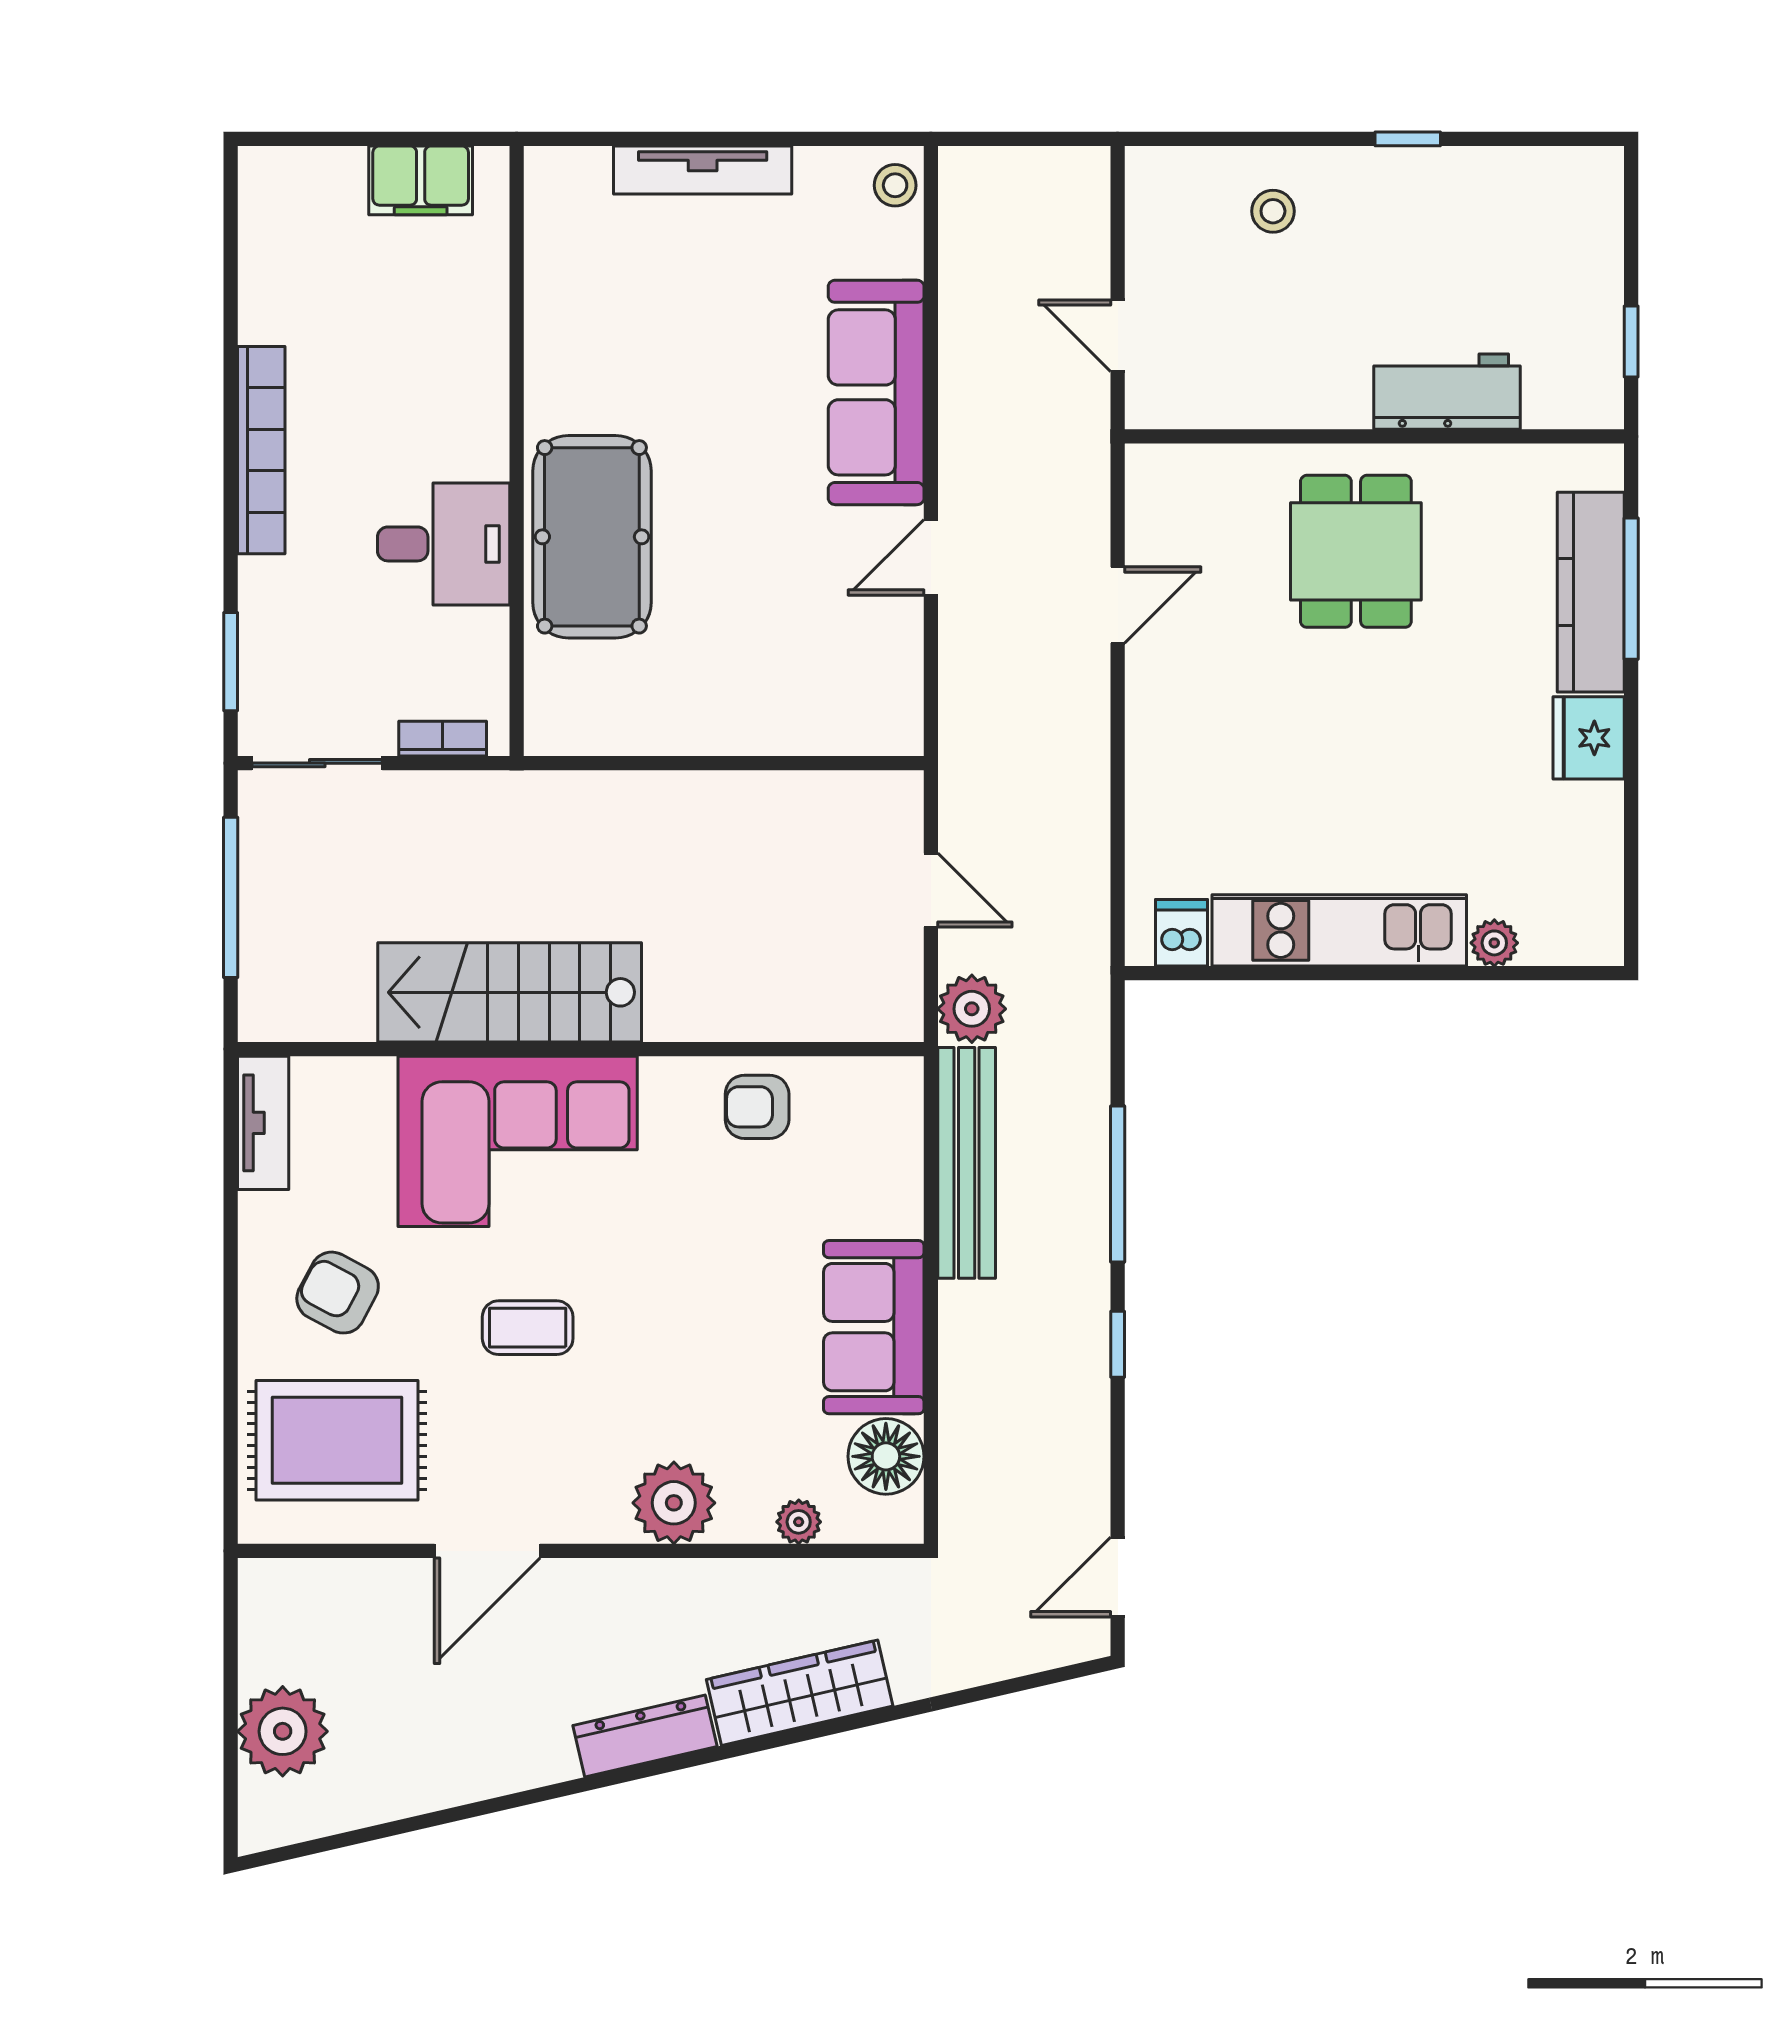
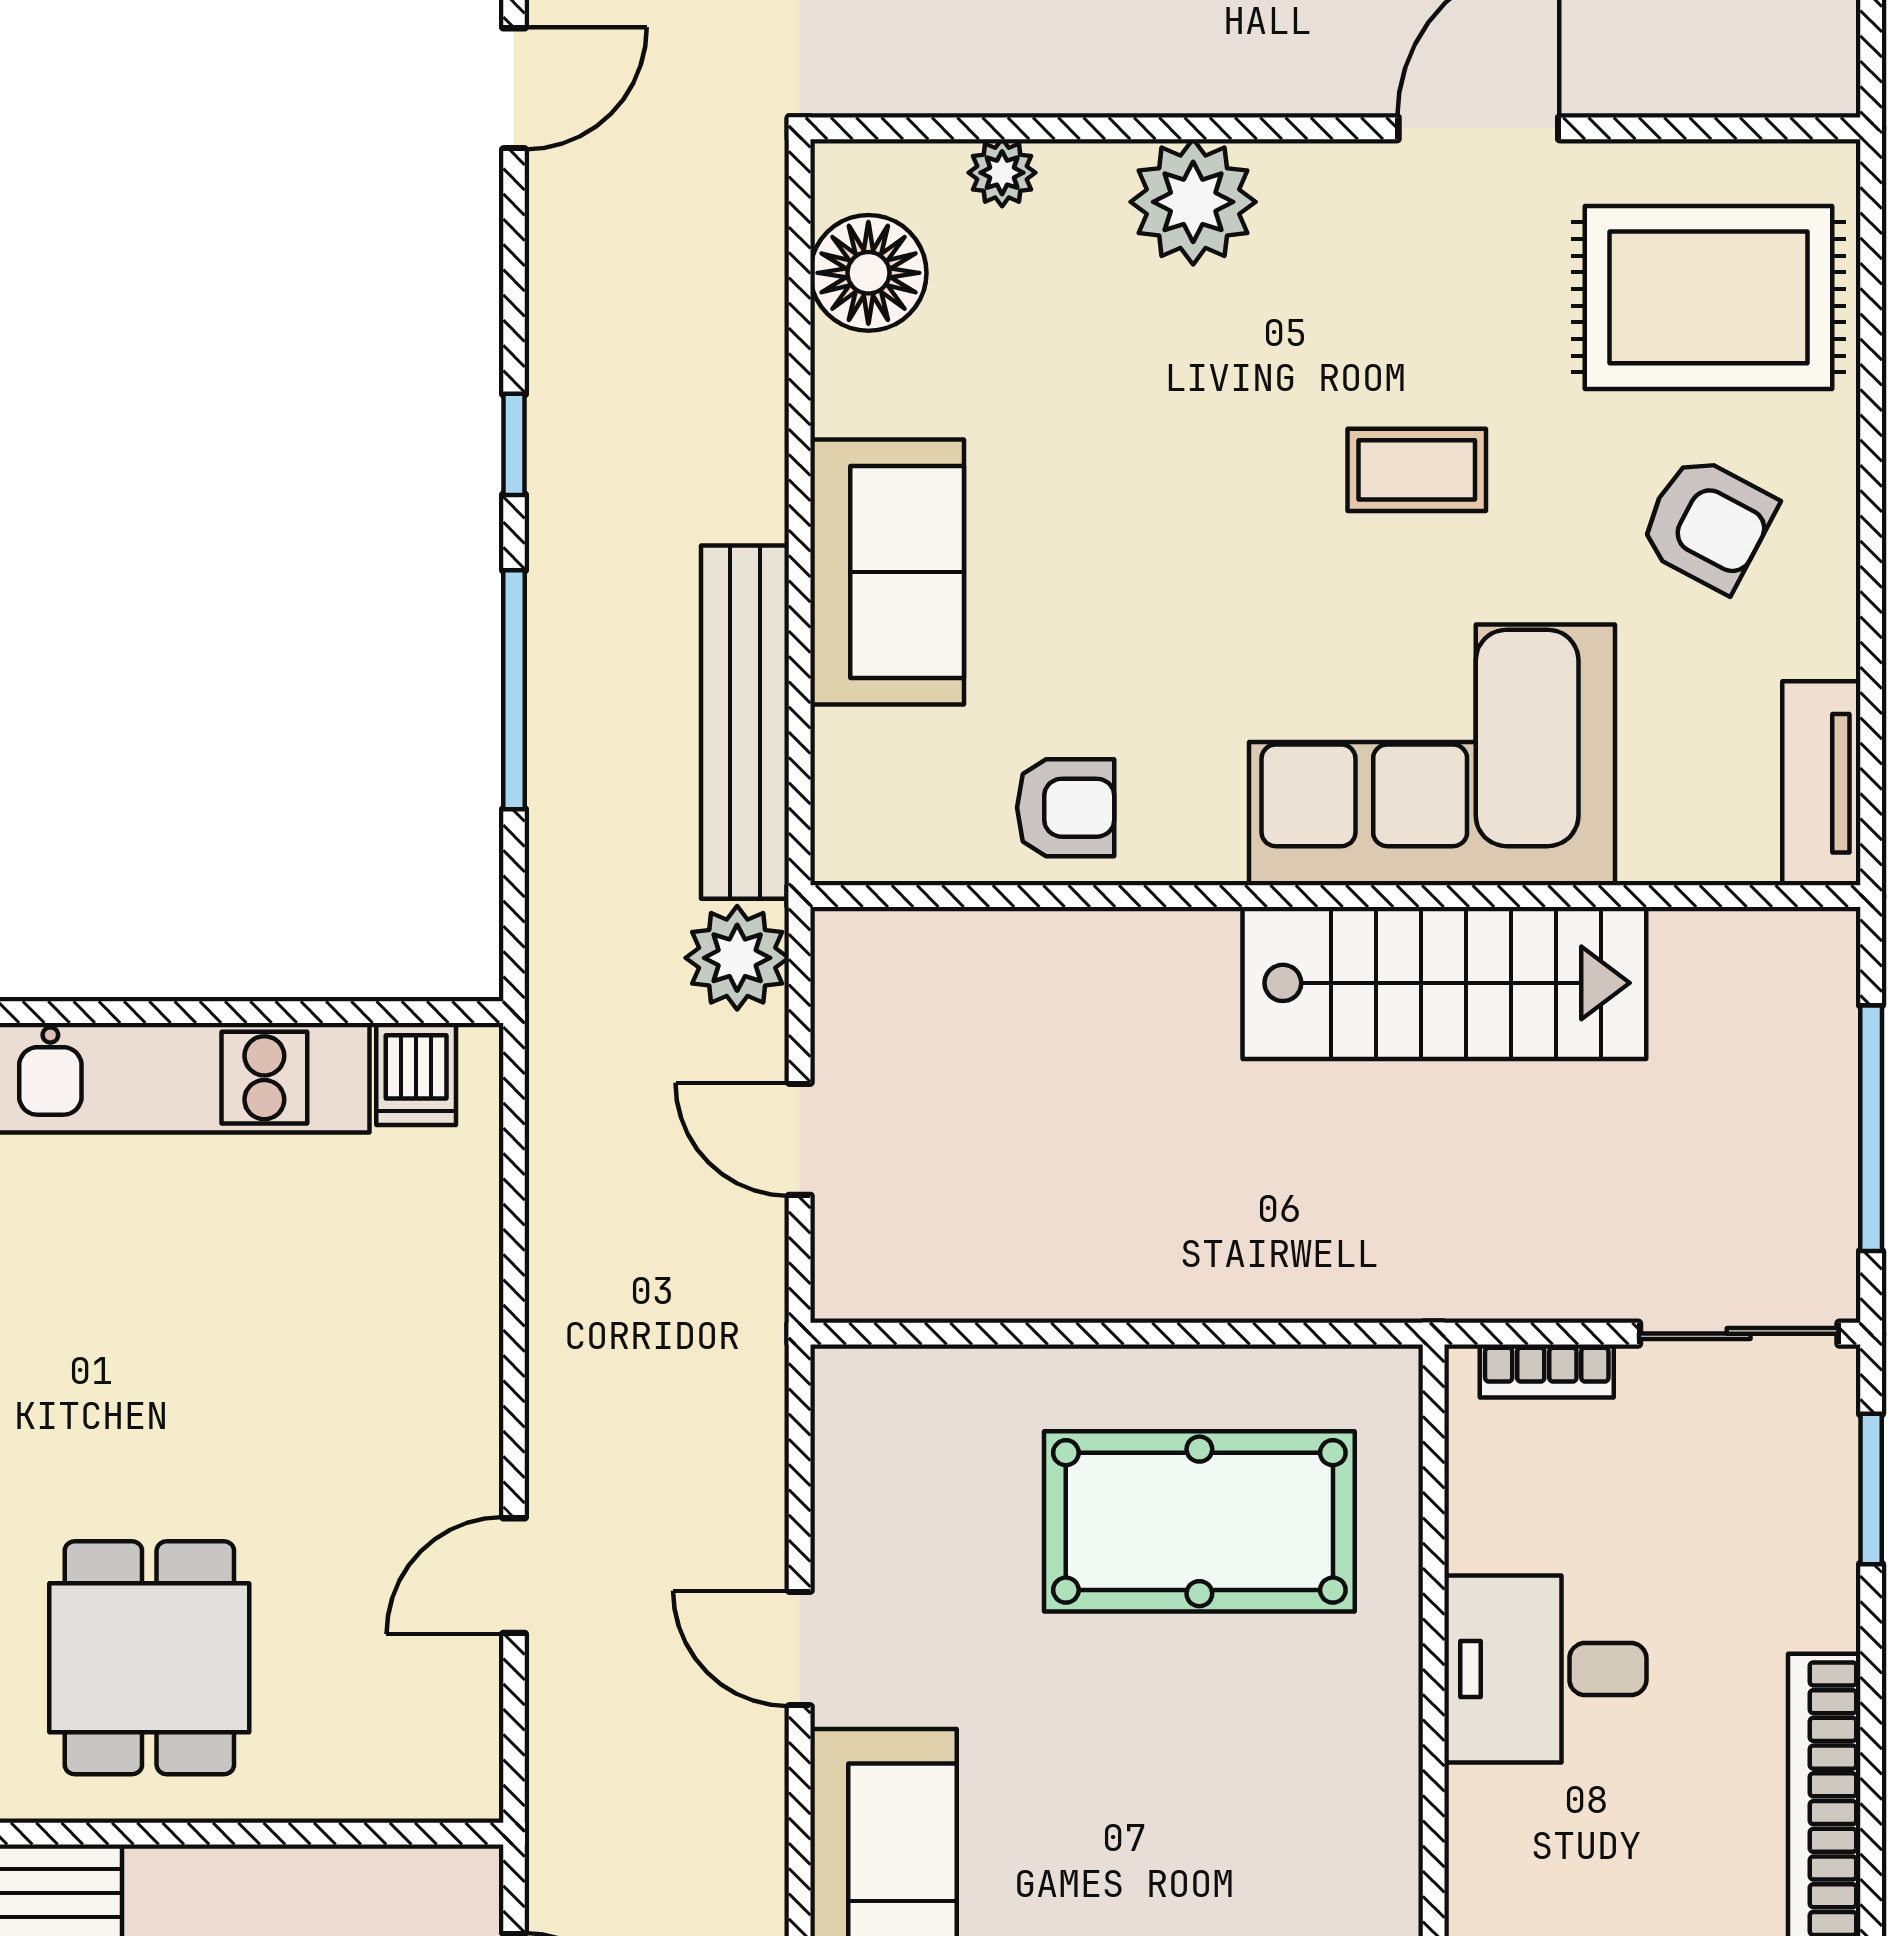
pool table: (592, 537) -> (1199, 1521), moved, turned 90
door: (931, 557) -> (800, 1648), swing flipped
sofa: (874, 1327) -> (887, 572), moved

